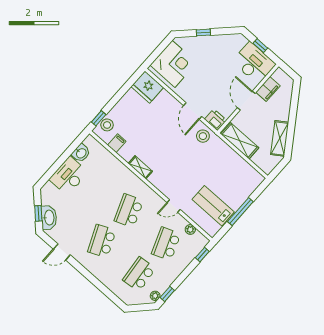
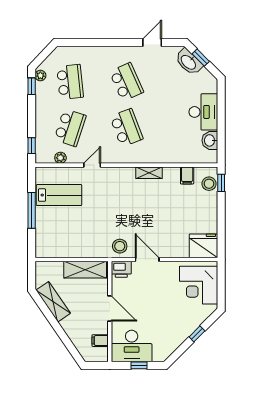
filing cabinet: (268, 89) -> (100, 341), width x0.50
school desk: (166, 244) -> (70, 128), turned 39

